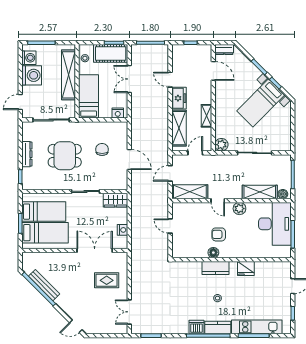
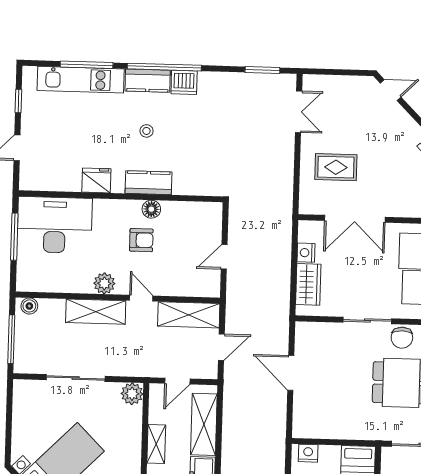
chair: (102, 149) -> (402, 338), moved
shelving: (260, 192) -> (96, 312), moved
wardrobe: (116, 200) -> (308, 284), moved, turned 90
desk: (275, 224) -> (55, 225), moved, turned 90
door: (170, 226) -> (224, 257), swing flipped

